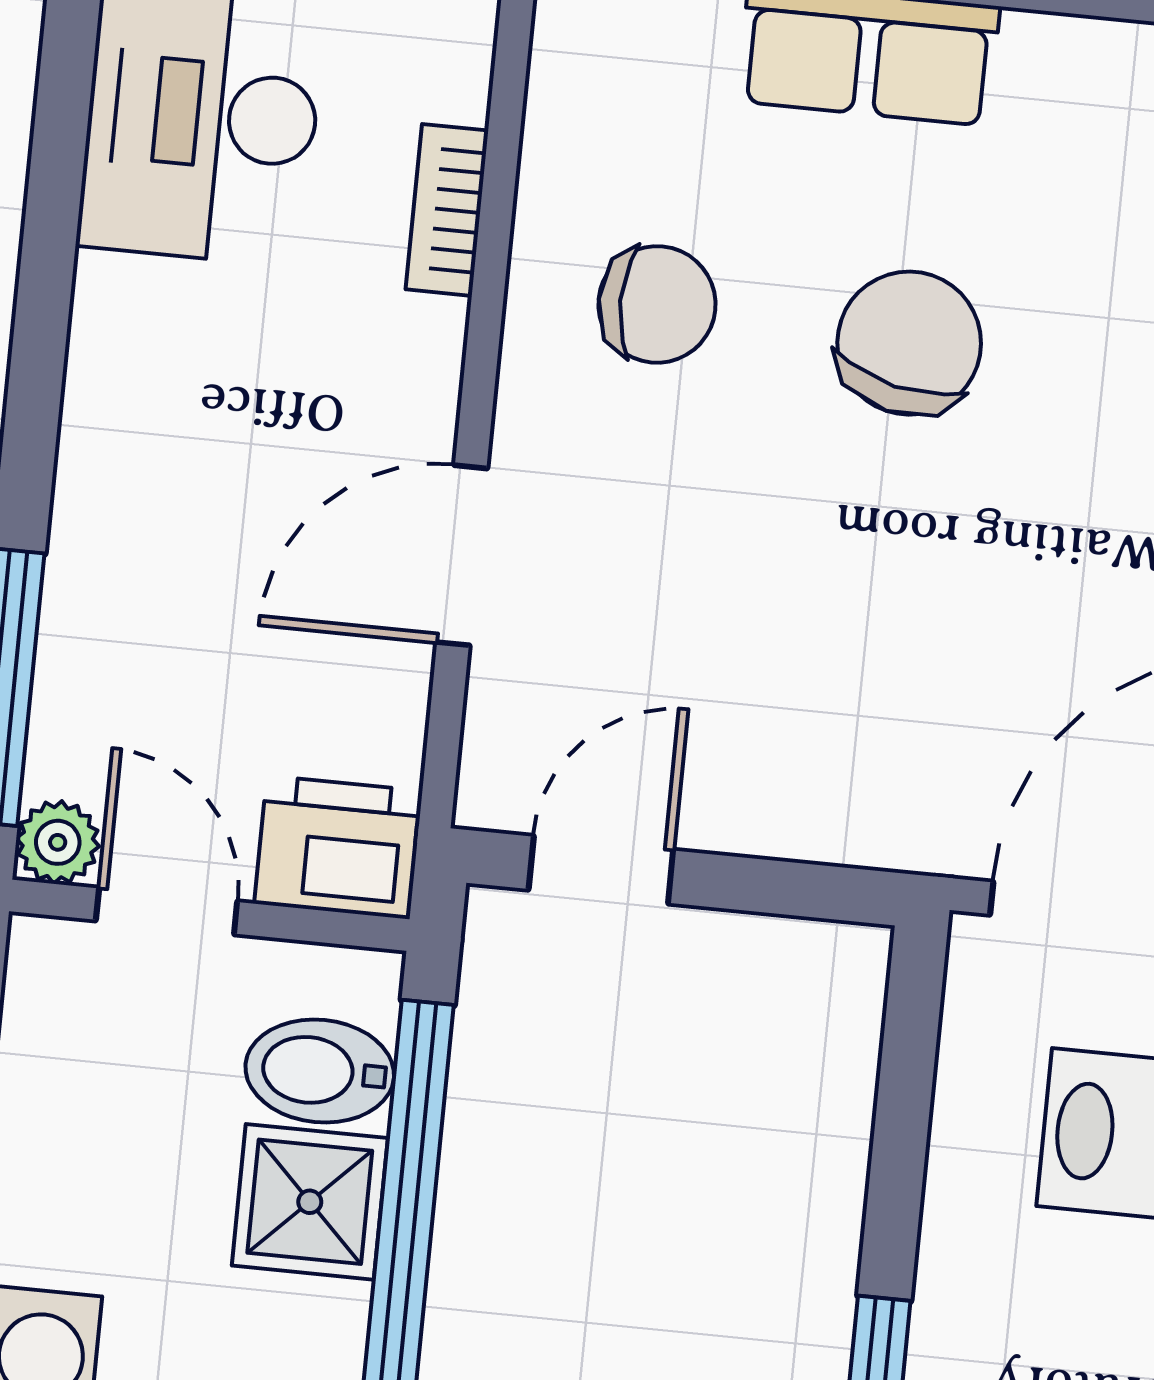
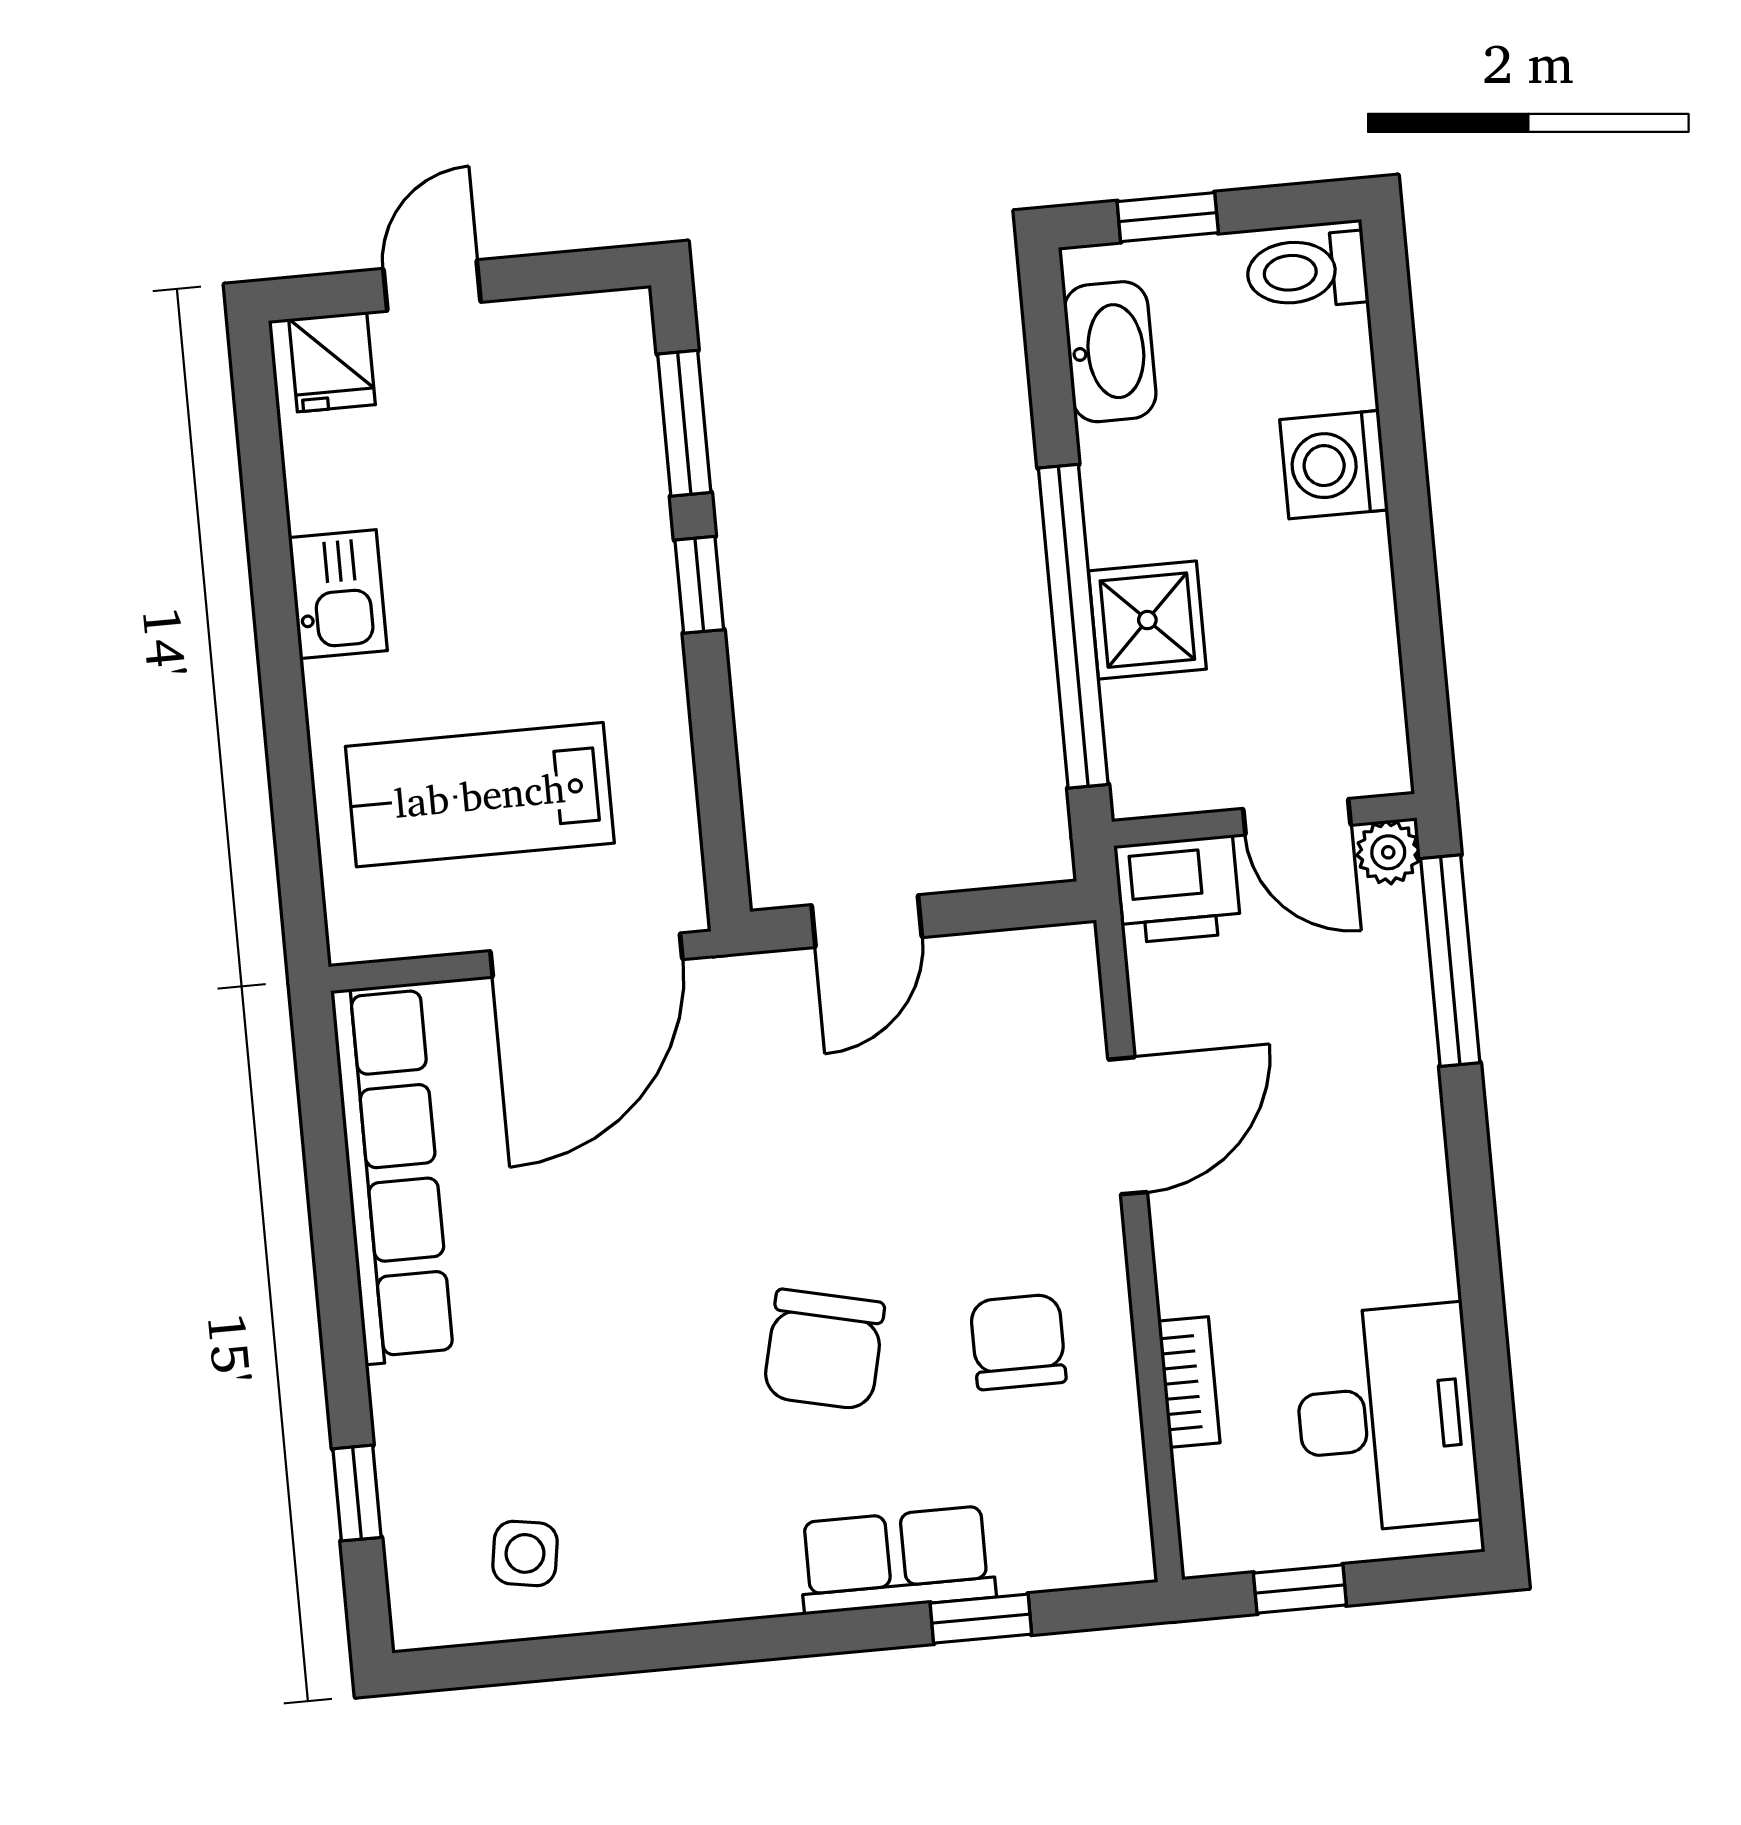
chair: (657, 304) -> (1018, 1342), turned 90
door: (601, 870) -> (867, 921), moved
bidet: (320, 1071) -> (1159, 719), removed

